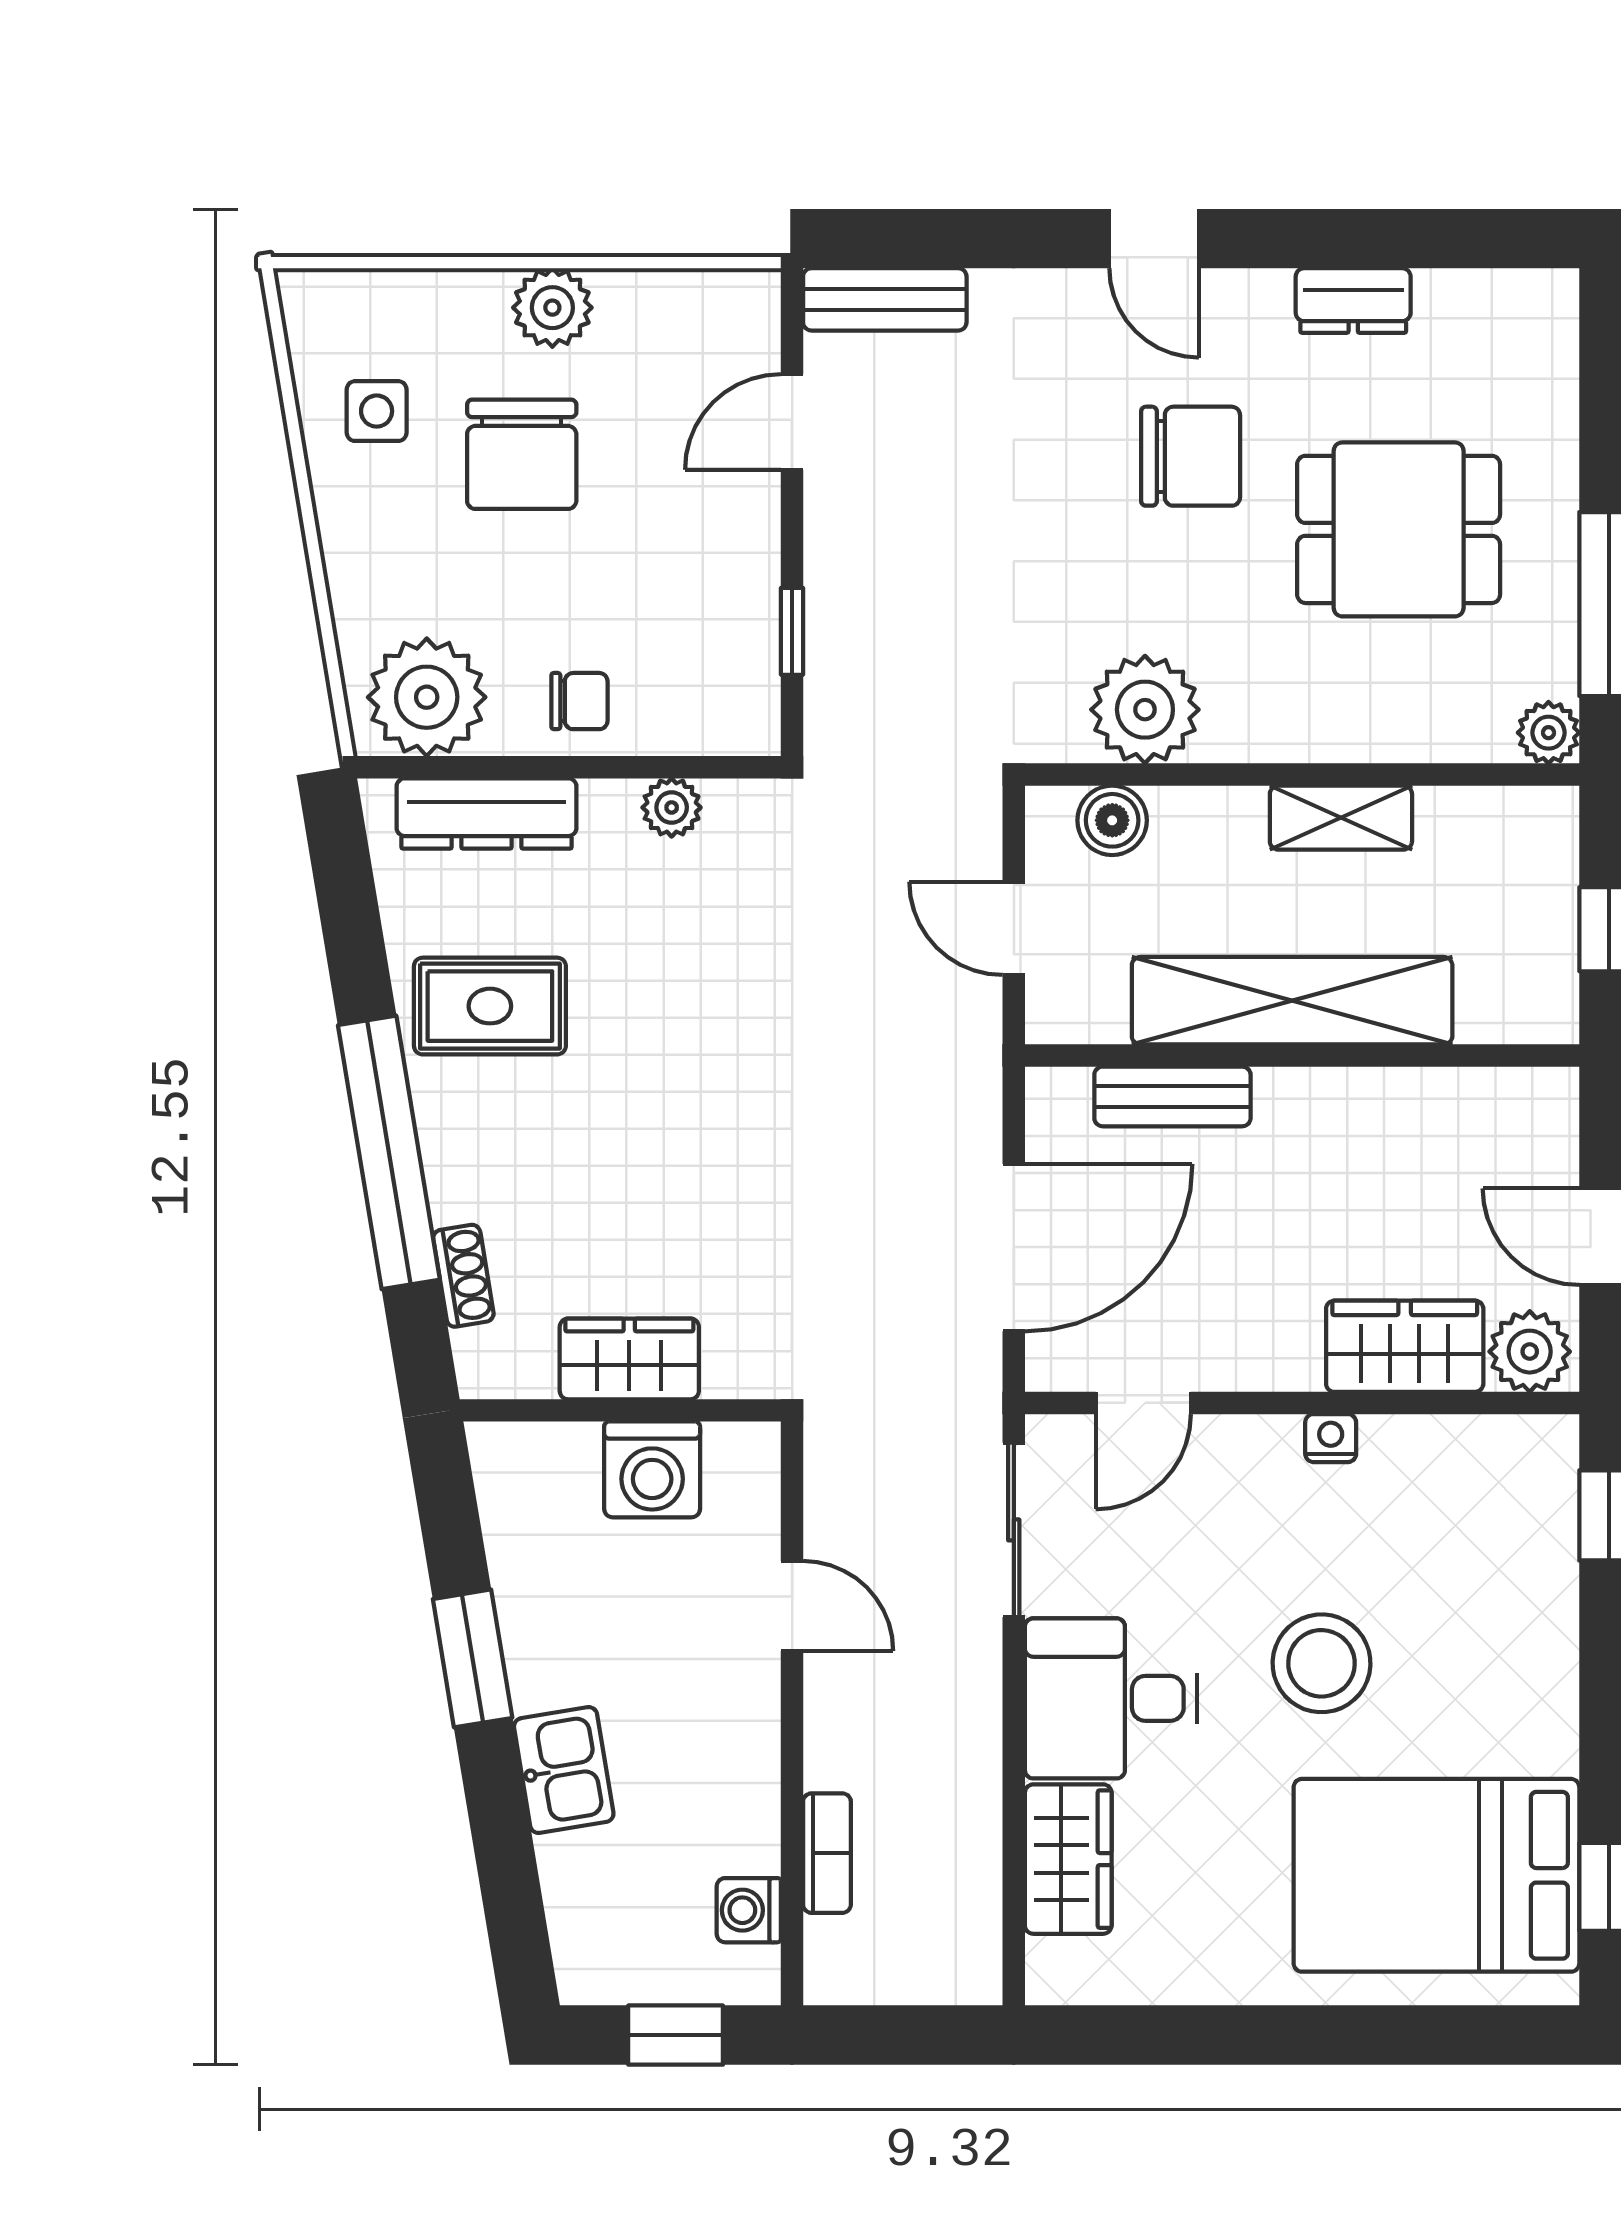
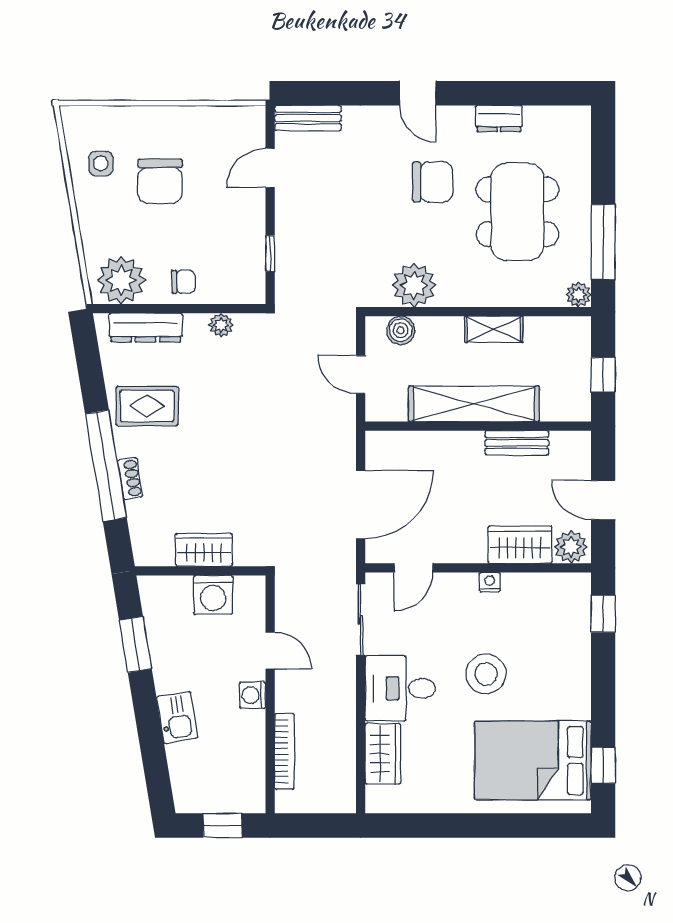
plant: (552, 308) -> (172, 121), removed
dining table: (1399, 529) -> (517, 212), width x1.38
bench: (1172, 1096) -> (517, 443), moved
shoe rack: (463, 1276) -> (130, 478), moved
window: (473, 1658) -> (135, 644), moved
bookcase: (827, 1853) -> (284, 751), width x1.56
washing machine: (749, 1910) -> (253, 695), moved

